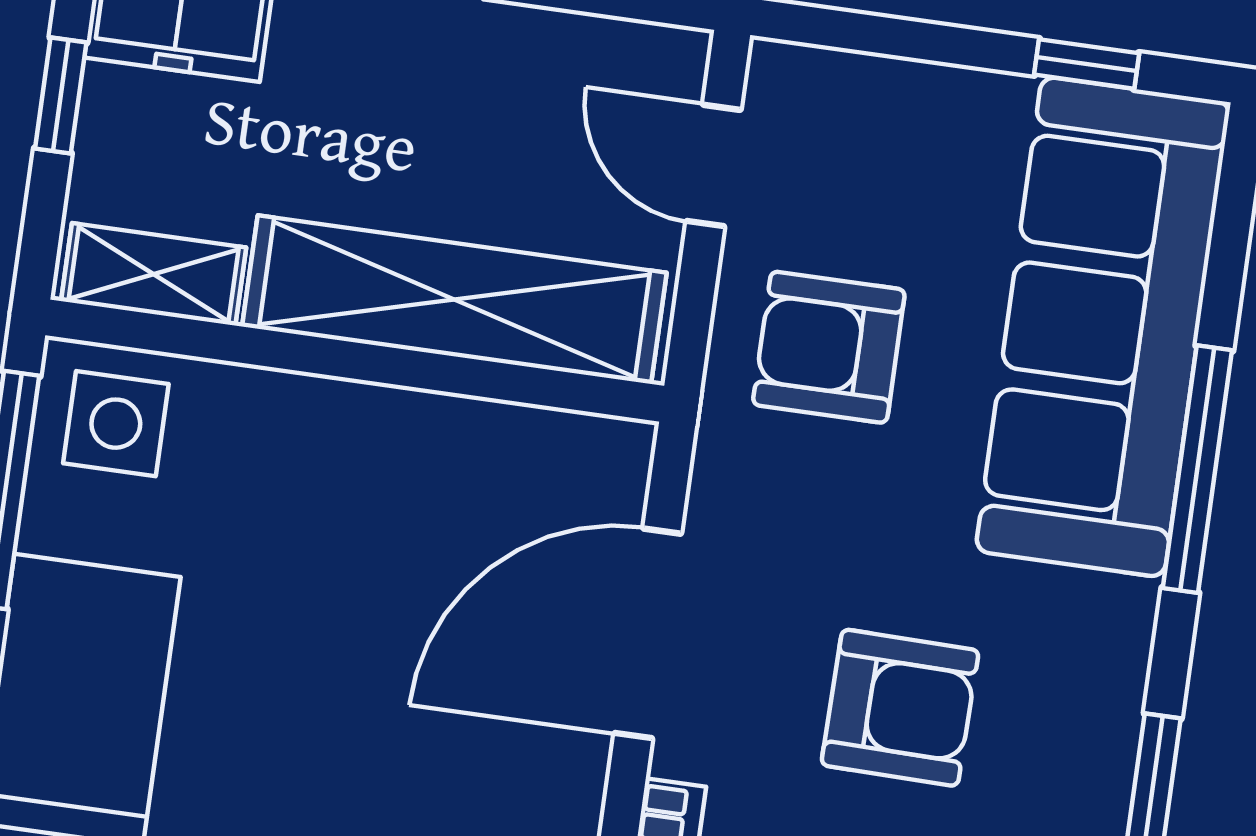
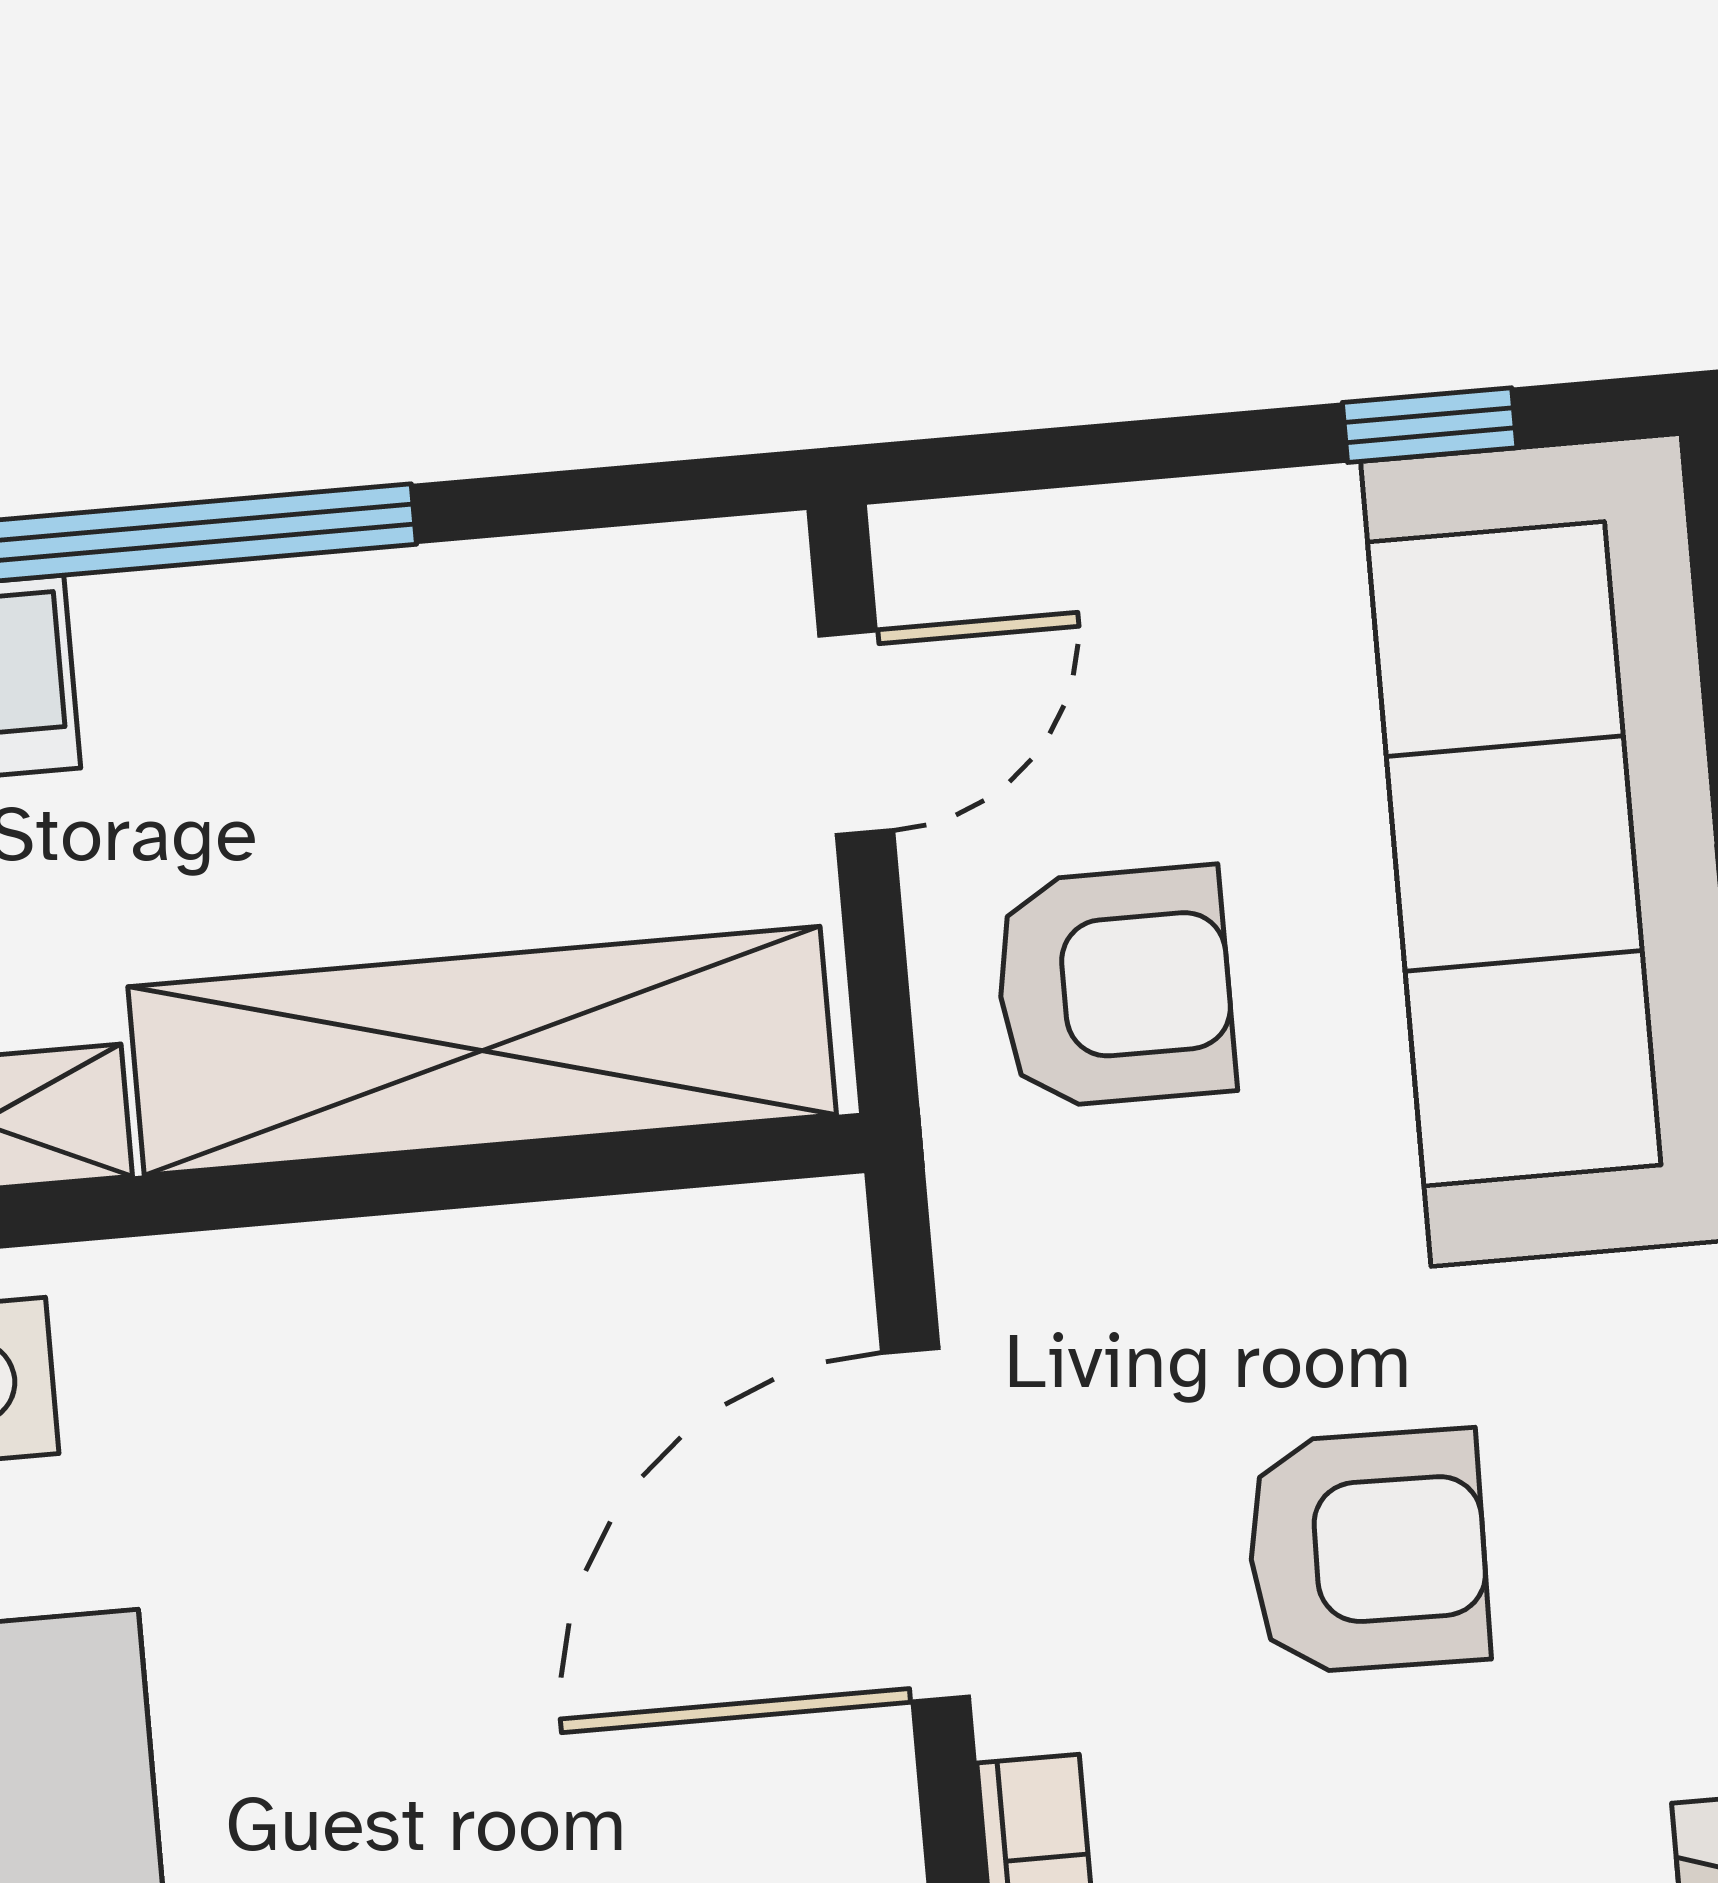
door: (714, 165) -> (856, 733), swing flipped
armchair: (829, 347) -> (1114, 987), turned 180

